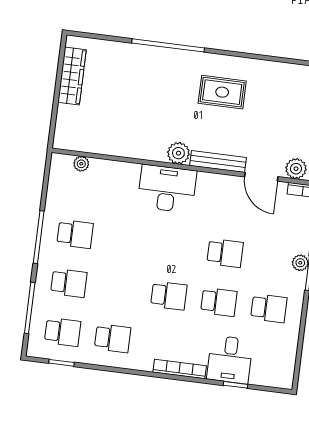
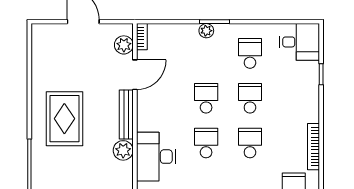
rug: (222, 92) -> (64, 119), width x1.36, depth x1.43
school desk: (175, 247) -> (206, 143), added
desk: (230, 359) -> (300, 42), moved
bookcase: (180, 369) -> (313, 147), moved

